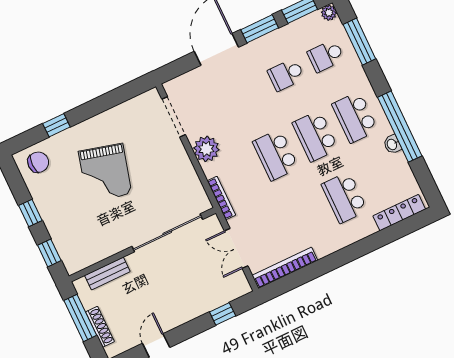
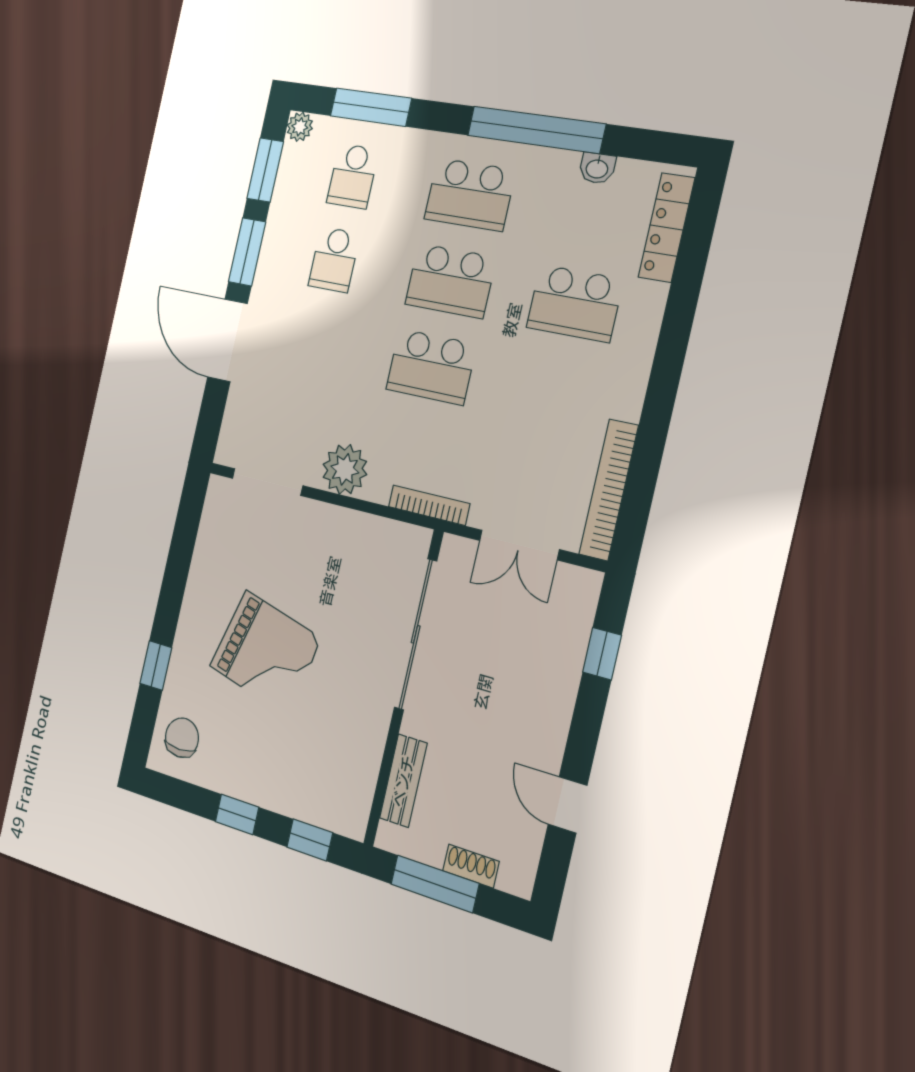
washbasin: (392, 144) -> (597, 168), moved
shoe rack: (100, 327) -> (471, 866), width x0.70

